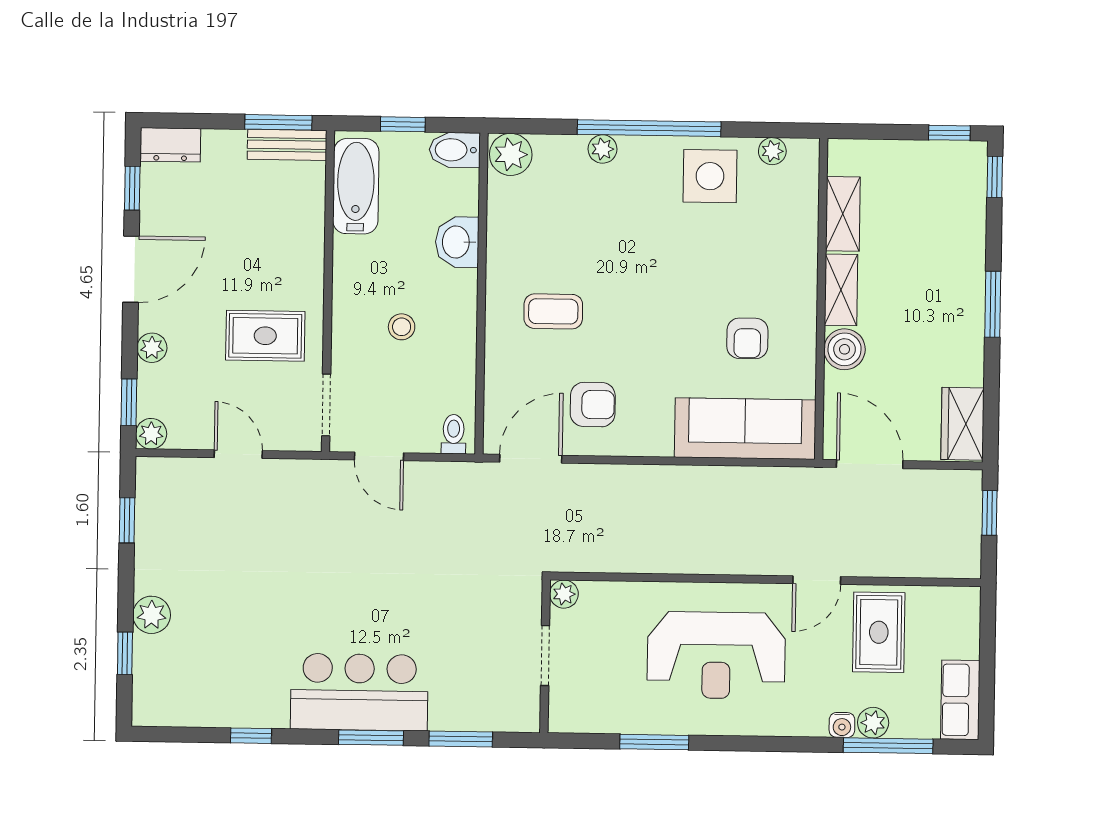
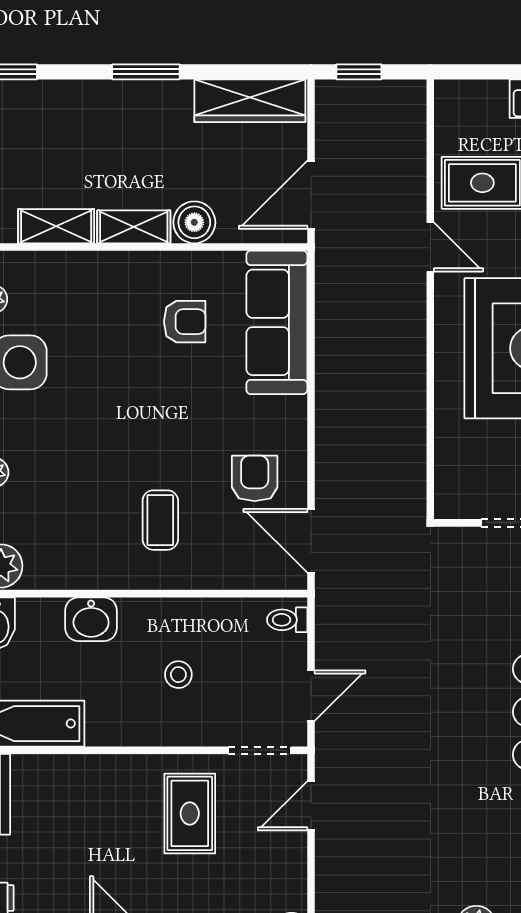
wardrobe: (963, 424) -> (250, 101), width x1.50
door: (238, 454) -> (311, 806), moved
plant: (564, 594) -> (448, 505), removed

